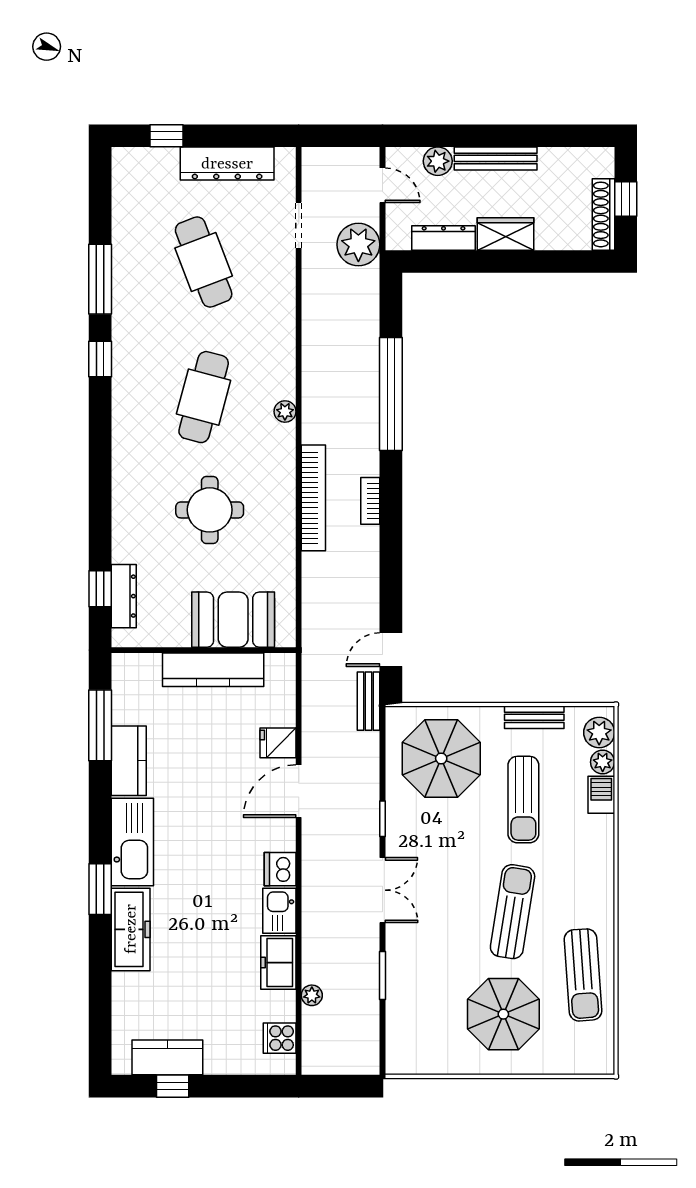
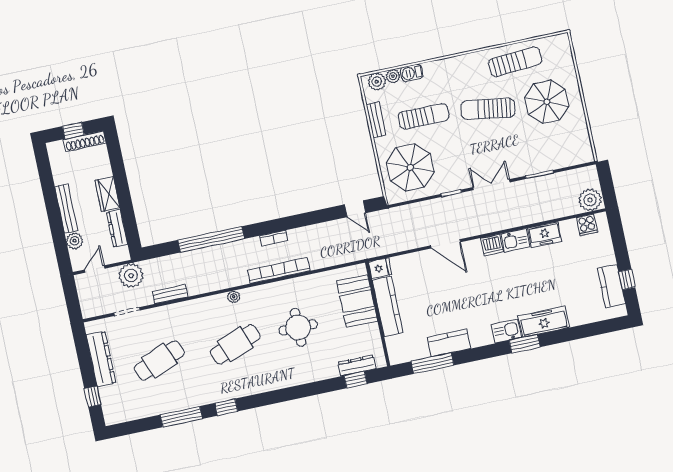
cafe table: (204, 397) -> (235, 344), turned -36
bench: (368, 701) -> (170, 294), moved
fridge: (278, 743) -> (380, 268), moved, turned -90
kitchen sink: (132, 842) -> (506, 331), width x0.53, depth x0.81
plant: (312, 995) -> (590, 200), moved, width x1.87, depth x1.87

